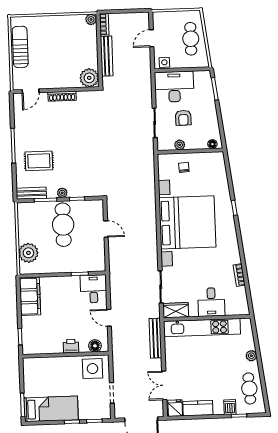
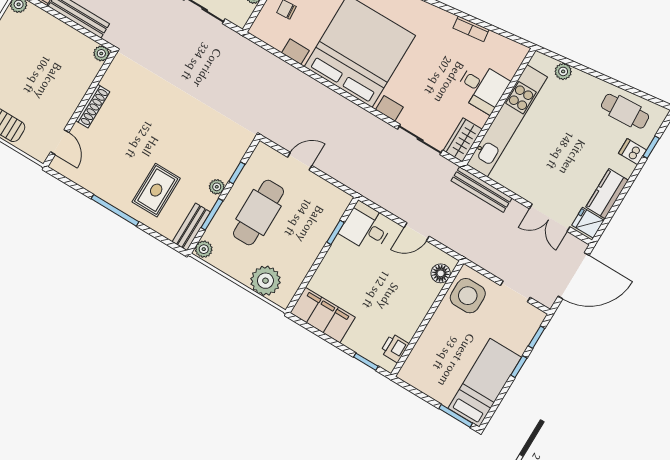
plant: (89, 78) -> (101, 53), width x0.53, depth x0.53
plant: (24, 208) -> (204, 249), added
cafe table: (63, 225) -> (258, 213), turned 90
printer: (71, 346) -> (395, 348), moved
plant: (251, 356) -> (563, 71), moved

